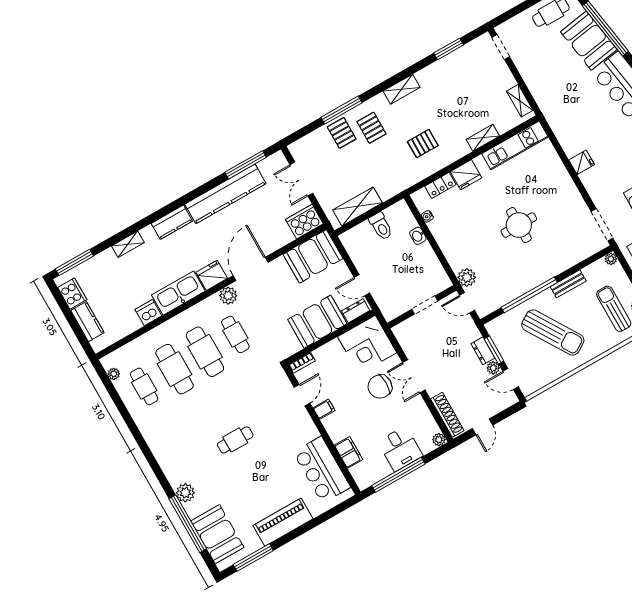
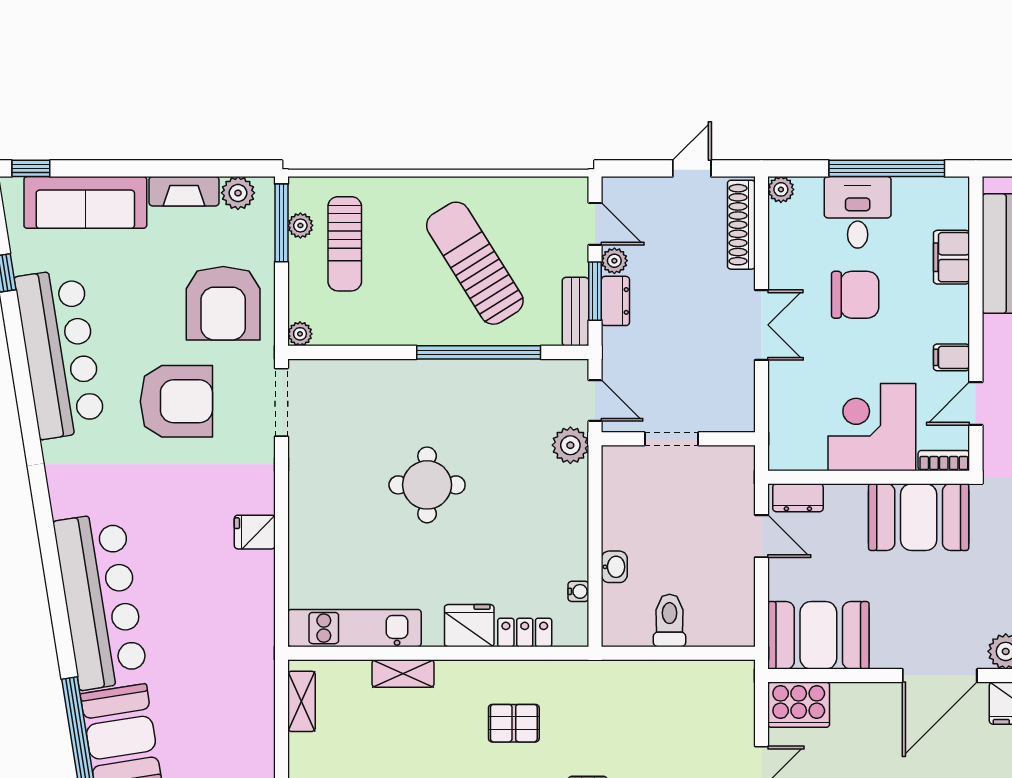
shelving: (357, 206) -> (691, 678), removed
bench: (568, 284) -> (576, 312), moved, turned 90
booth: (317, 322) -> (919, 517), moved
corner desk: (367, 345) -> (872, 427), moved, turned -90
chair: (380, 386) -> (855, 295), moved

